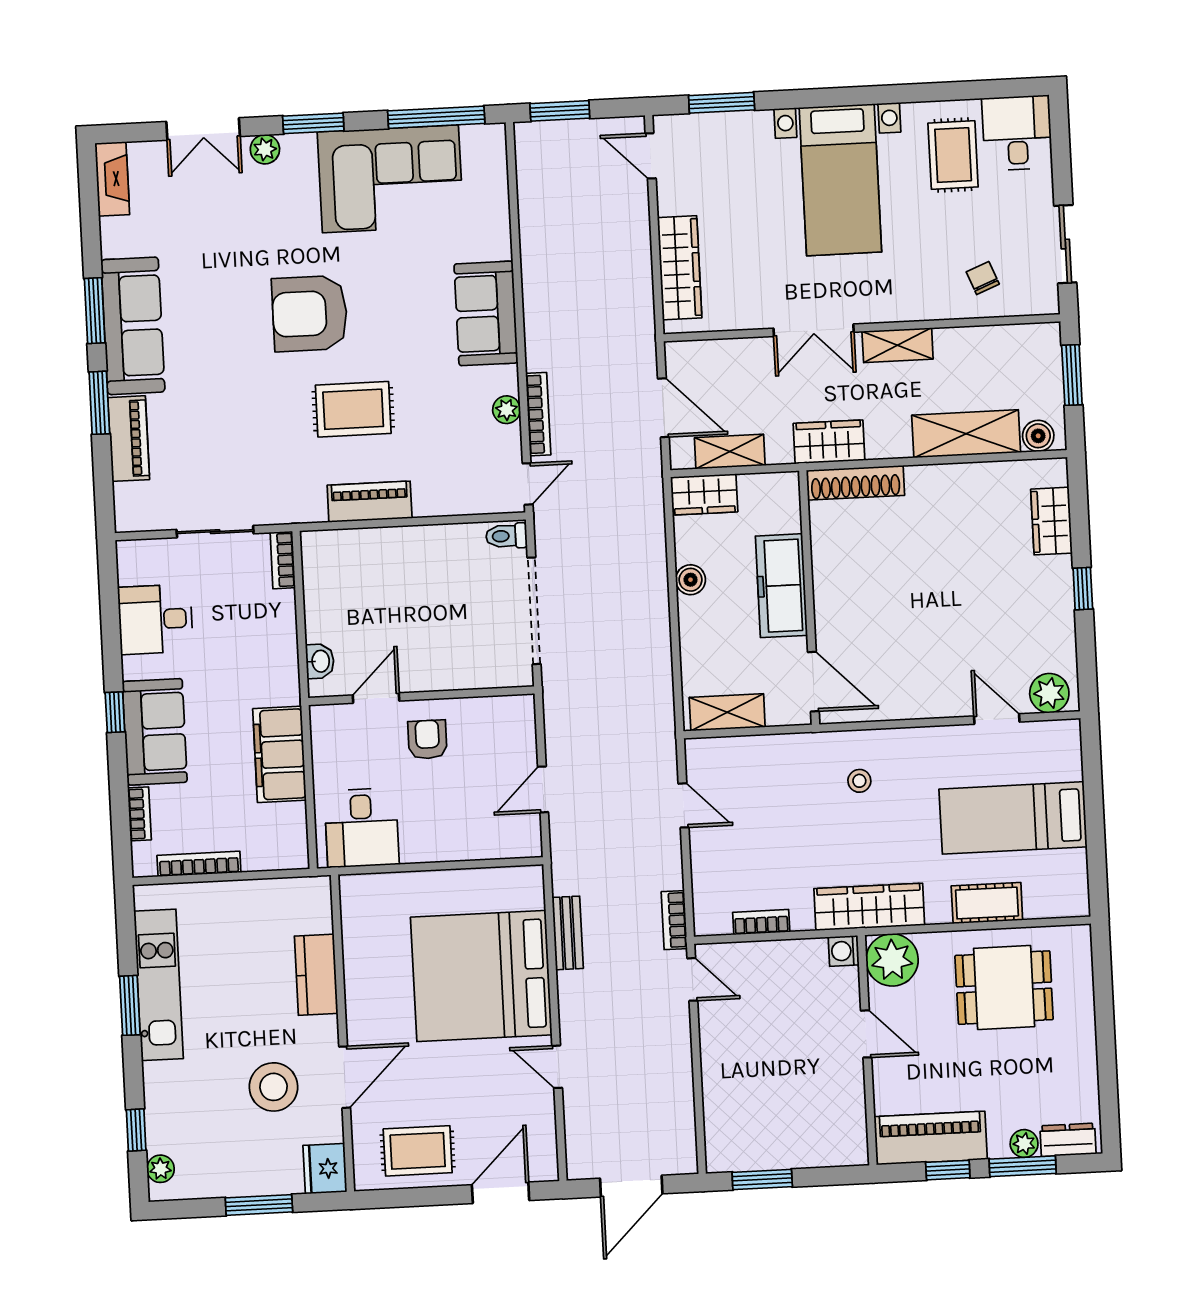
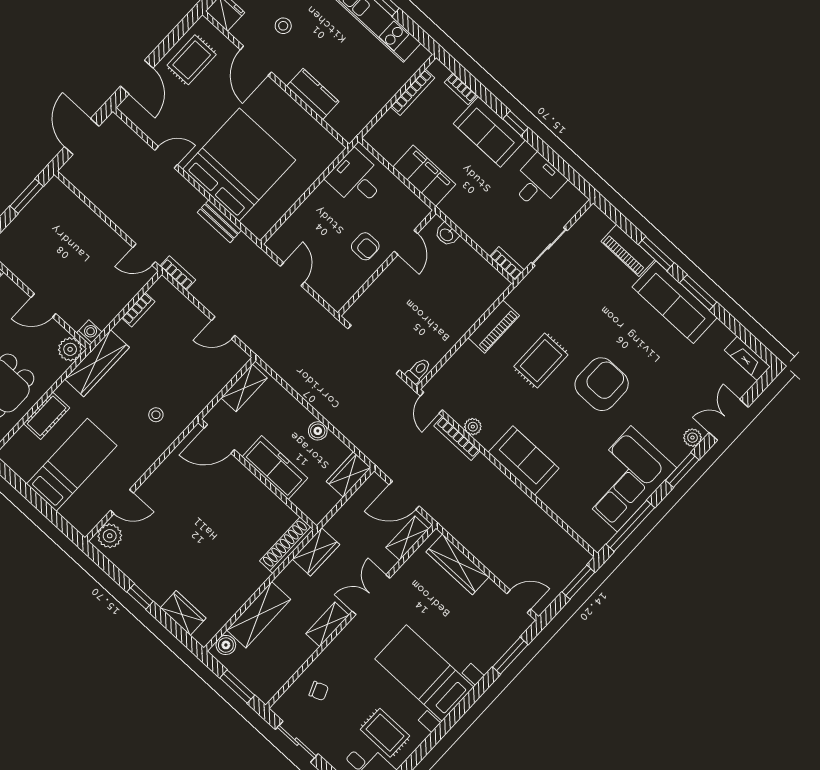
shelving: (730, 452) -> (407, 538), moved
plant: (892, 960) -> (70, 349), width x0.73, depth x0.73
stool: (274, 1087) -> (283, 26), width x0.53, depth x0.53

